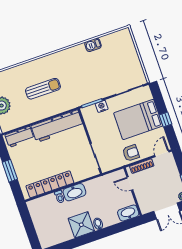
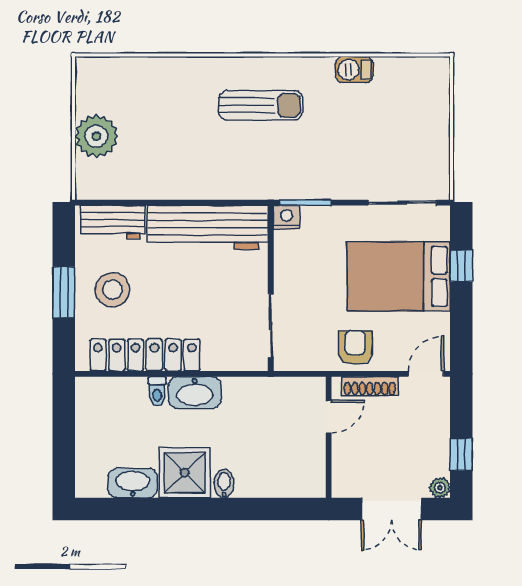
sun lounger: (43, 89) -> (261, 105), moved
nightstand: (102, 106) -> (287, 217), moved
window: (165, 120) -> (461, 266), moved
armchair: (131, 153) -> (355, 348), turned -90
stool: (28, 163) -> (112, 290), added
door: (130, 183) -> (329, 417), swing flipped
washbasin: (128, 213) -> (133, 483), moved

